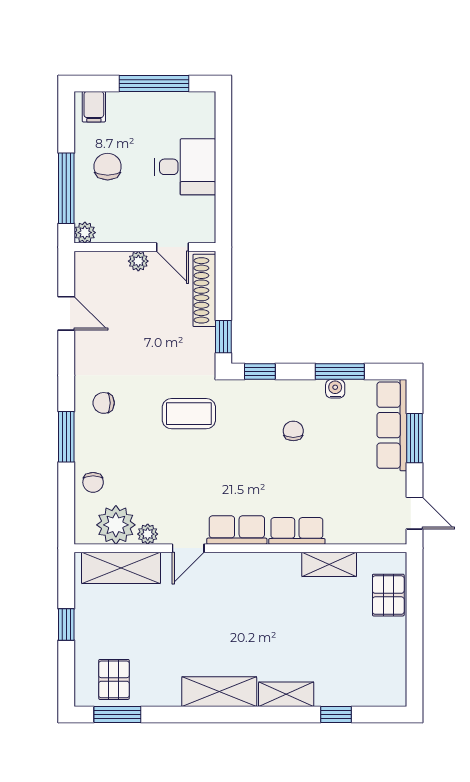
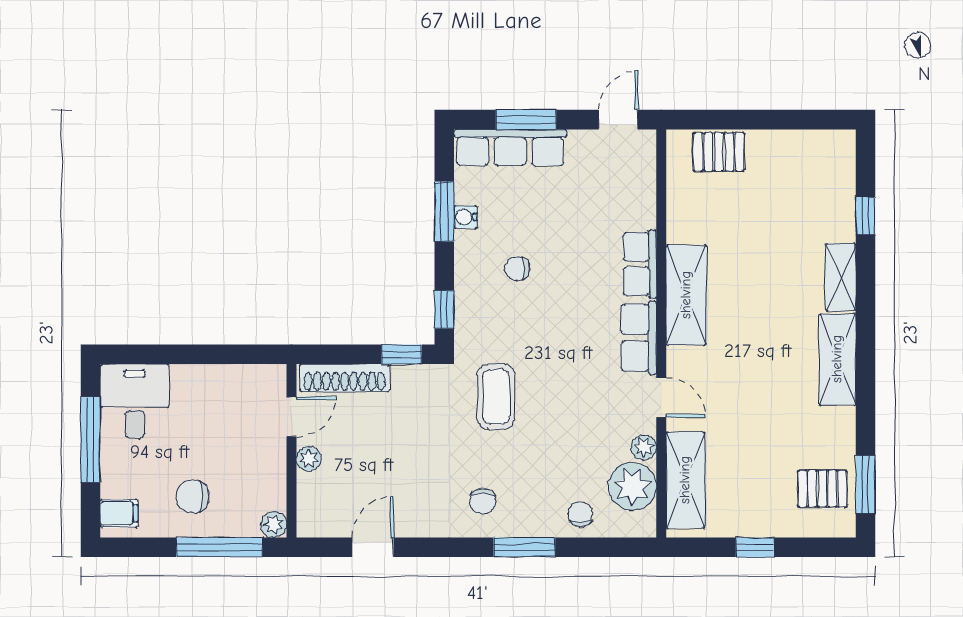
desk: (185, 167) -> (135, 401), moved
chair: (93, 482) -> (580, 514), turned -90
shelving: (329, 564) -> (686, 295), moved, width x1.50, depth x1.33

